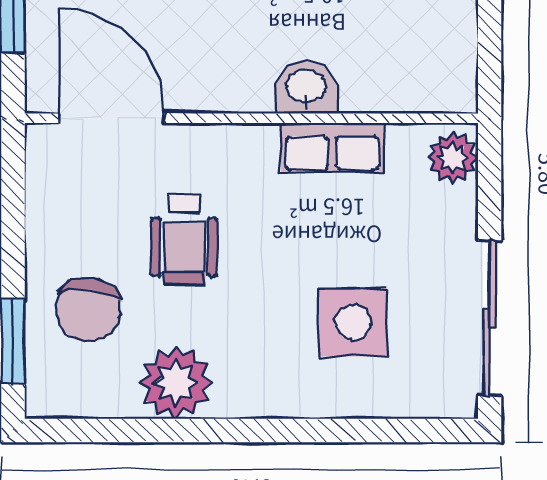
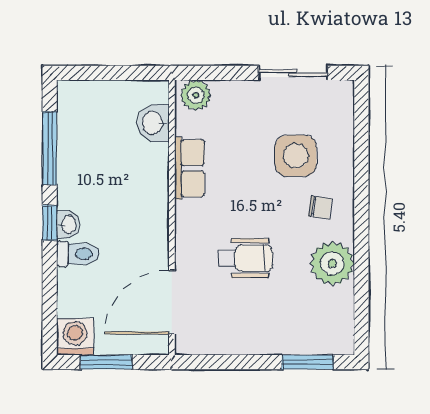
washbasin: (306, 87) -> (153, 123), moved
chair: (88, 310) -> (320, 208), moved, width x0.54, depth x0.54
sliding door: (490, 318) -> (293, 73), width x0.73

